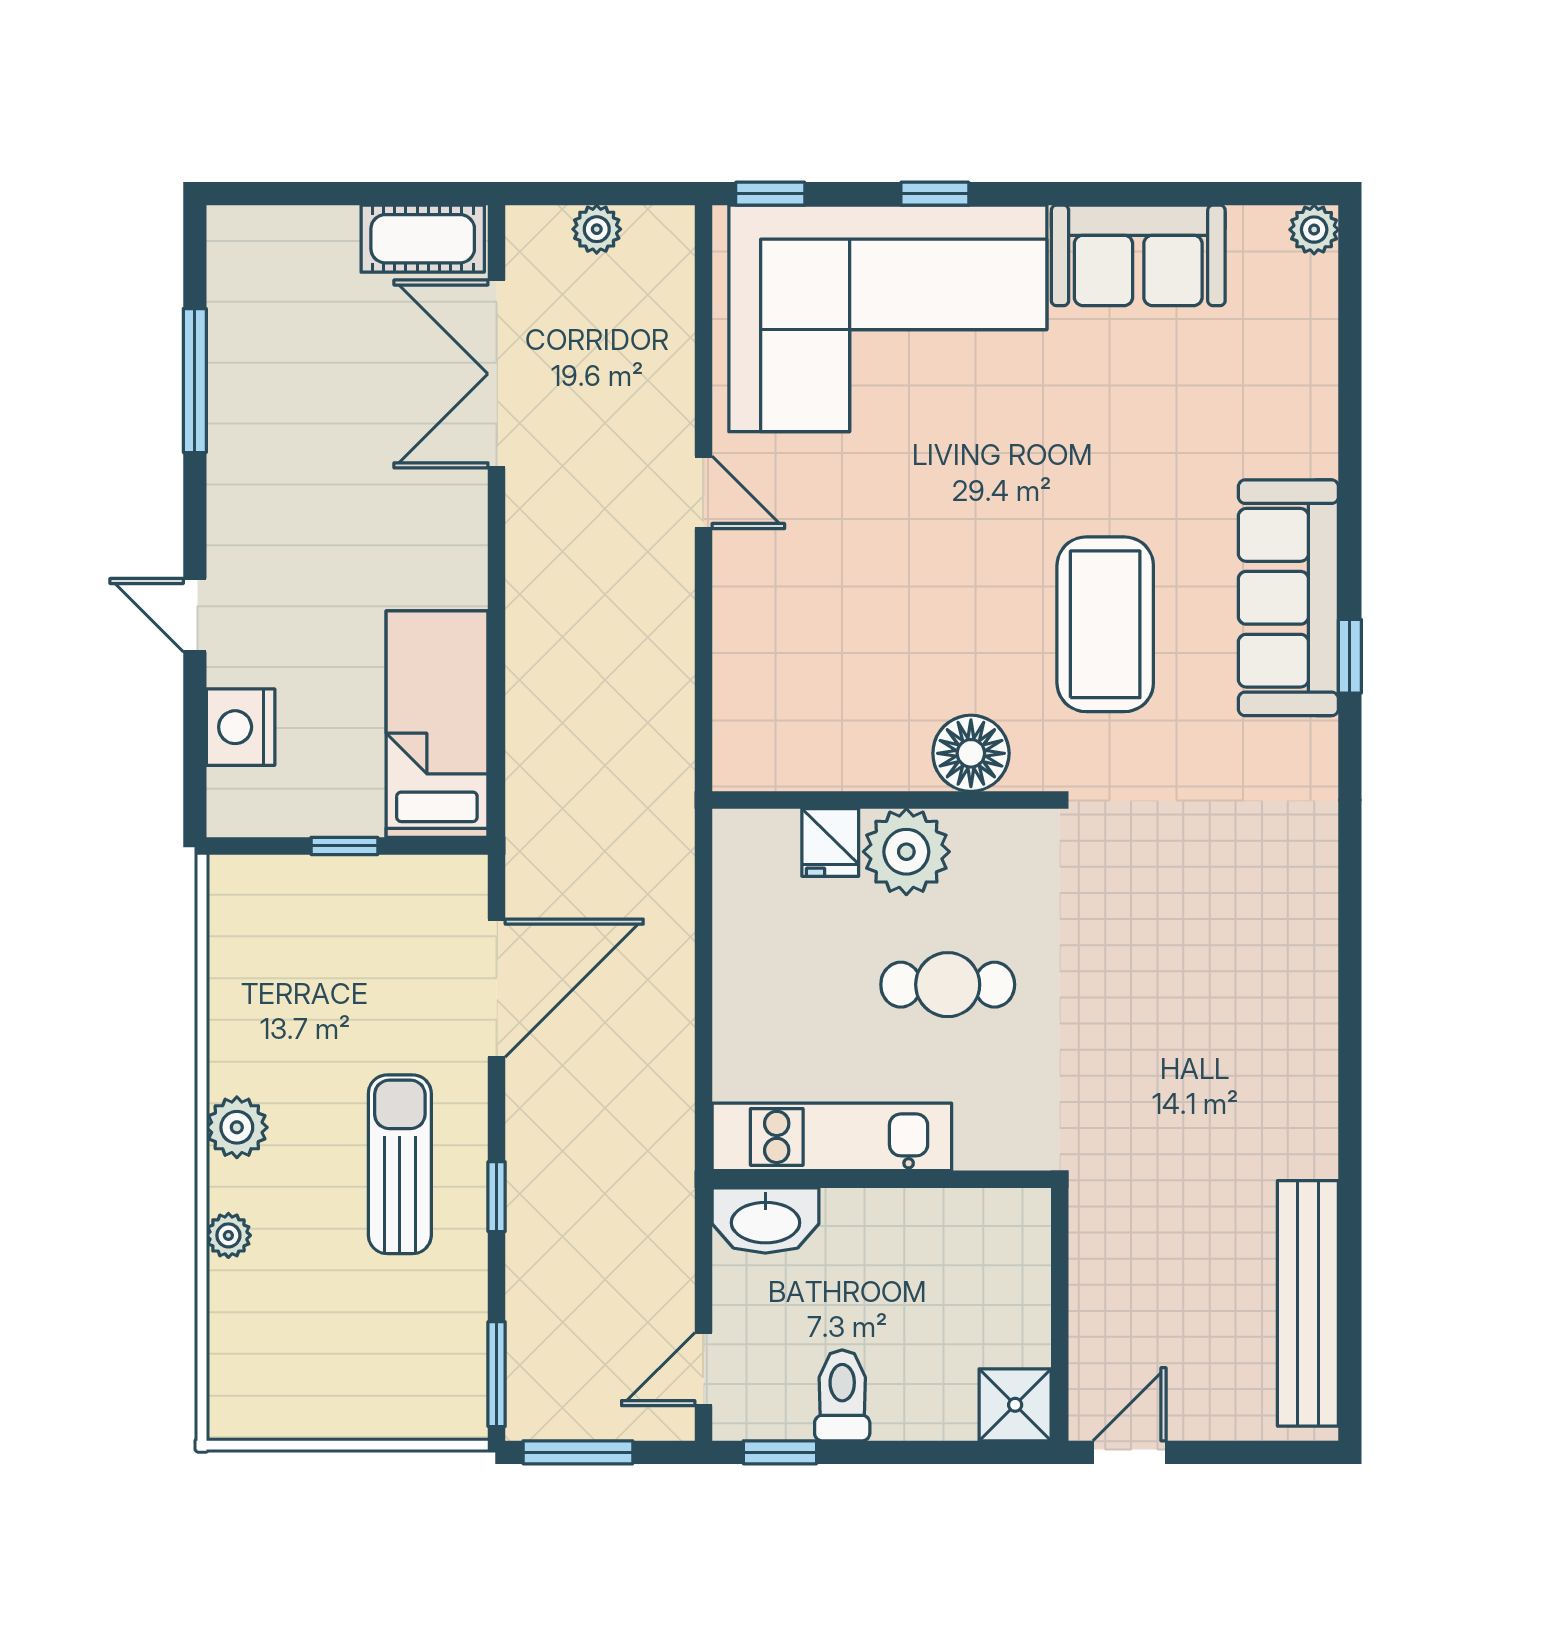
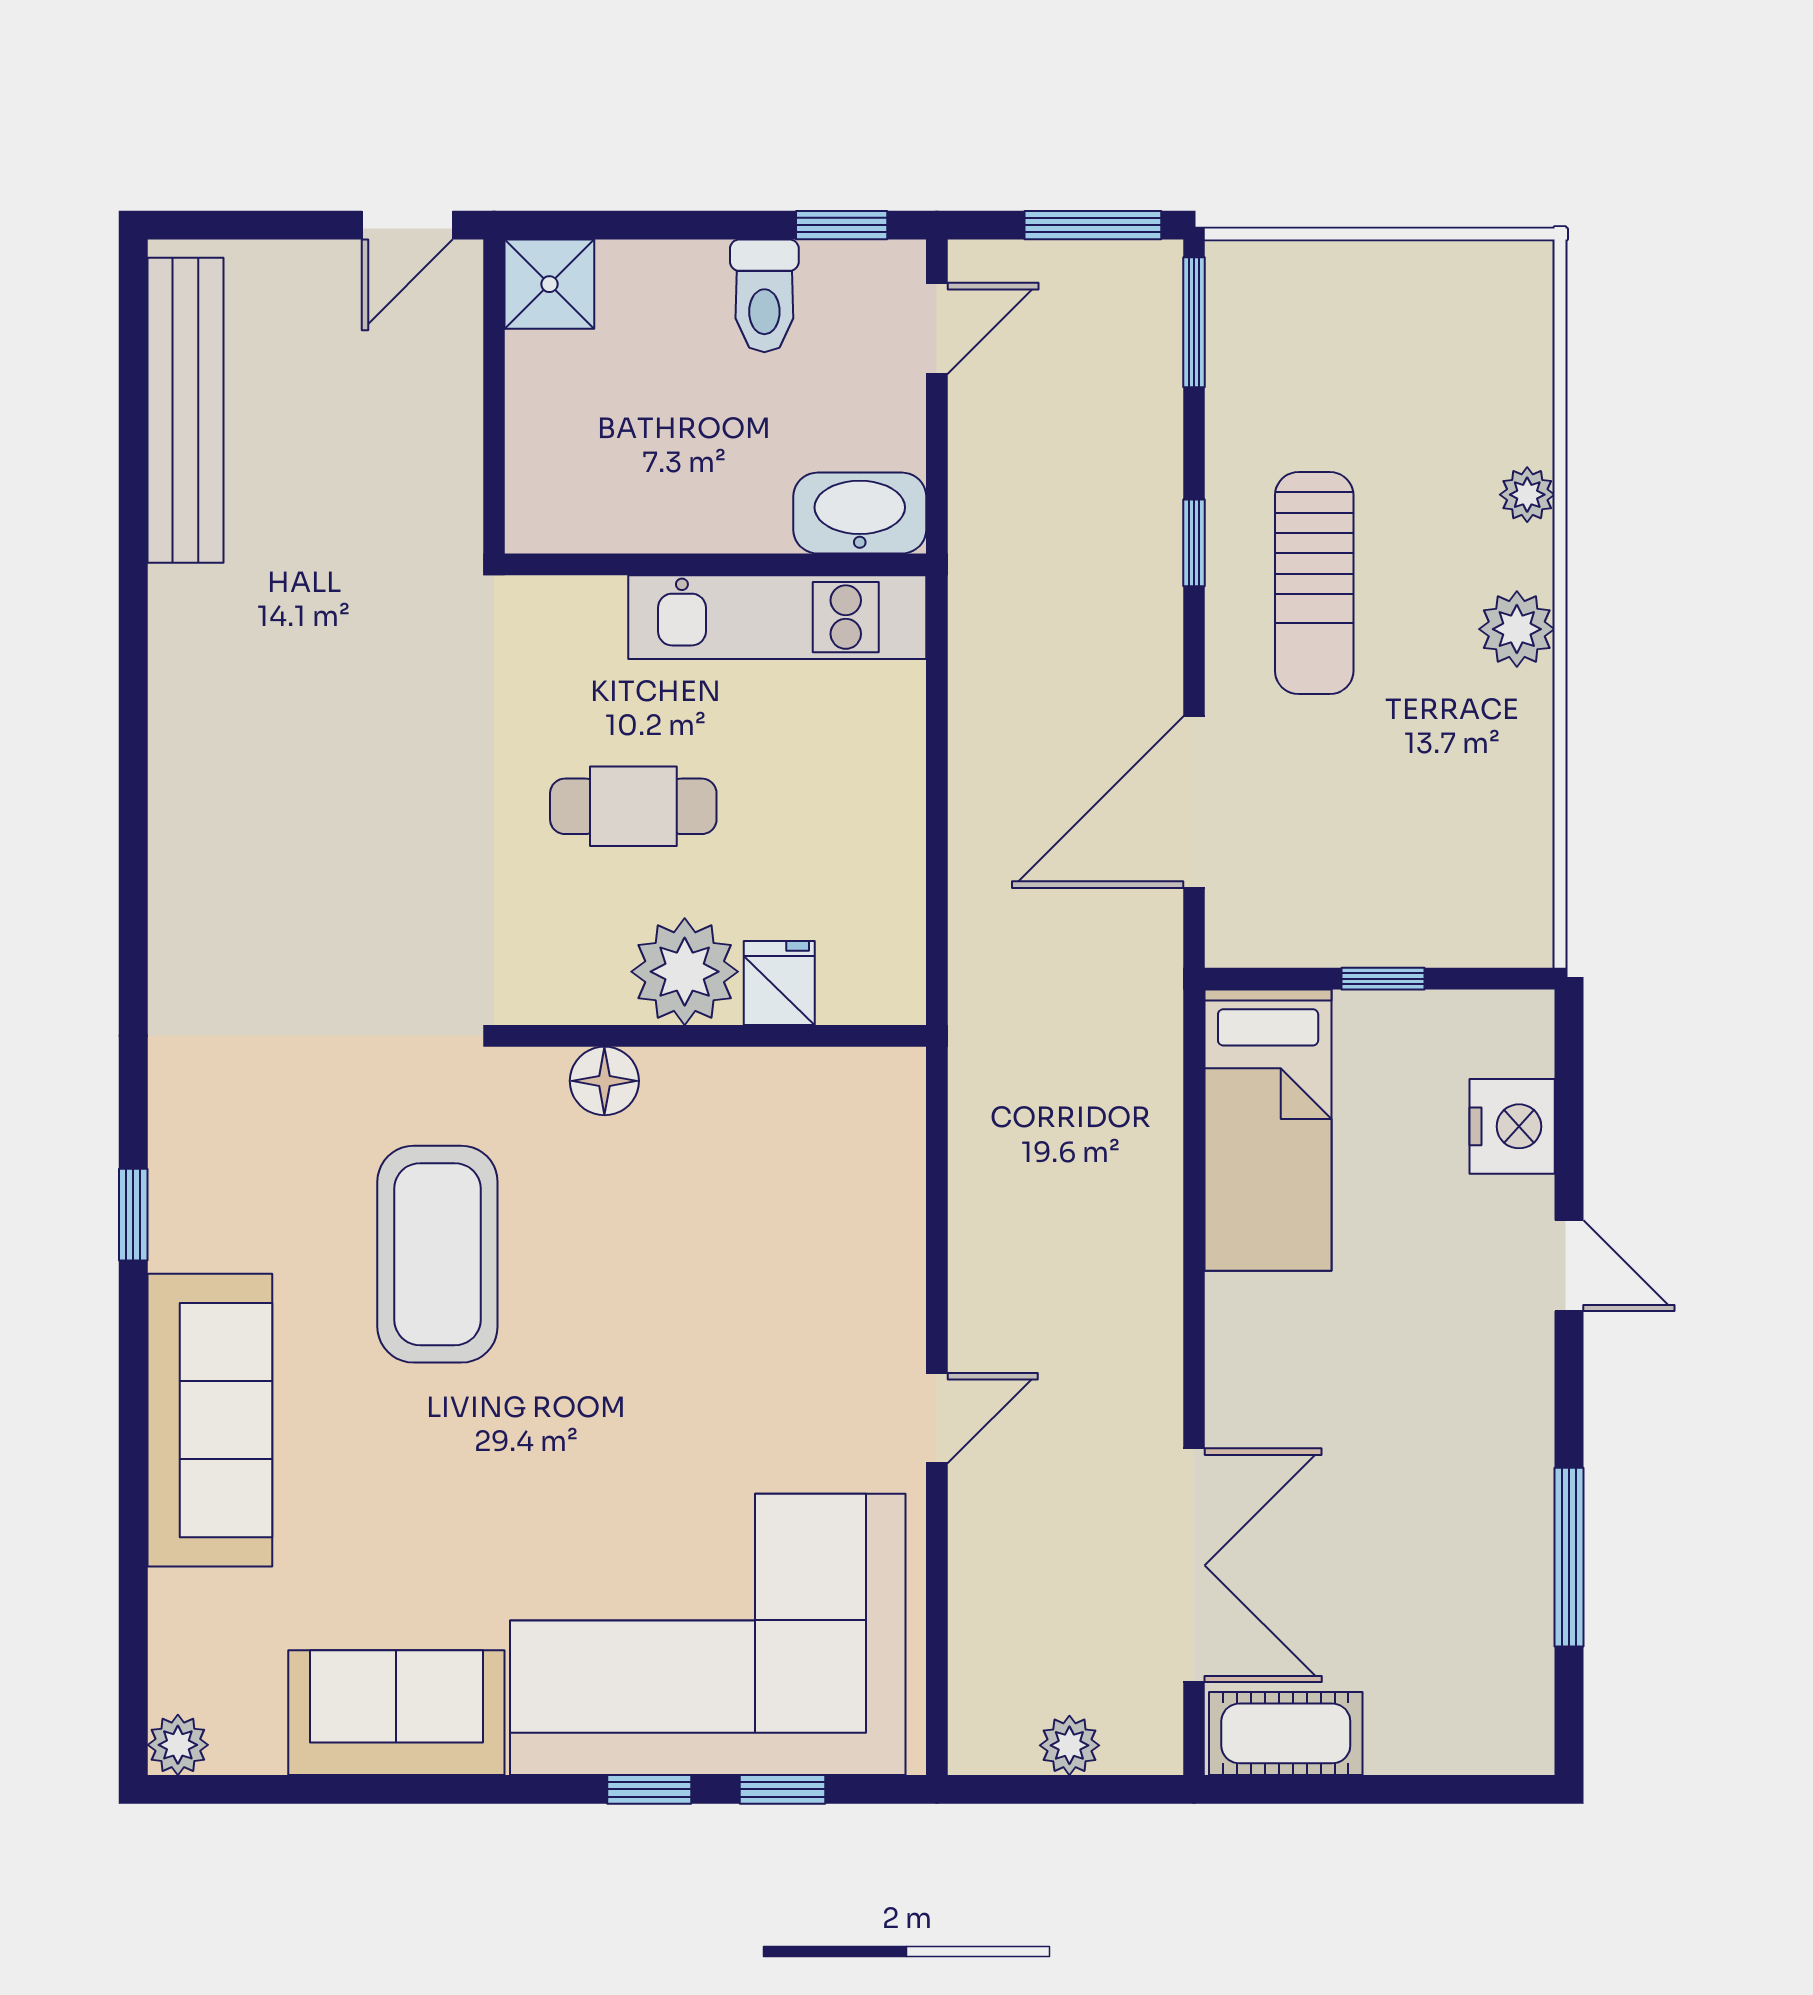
window: (770, 194) -> (783, 1789), moved
door: (703, 492) -> (937, 1418), swing flipped
sofa: (1288, 598) -> (210, 1420), moved
floor lamp: (971, 753) -> (604, 1081), width x0.73, depth x0.73

